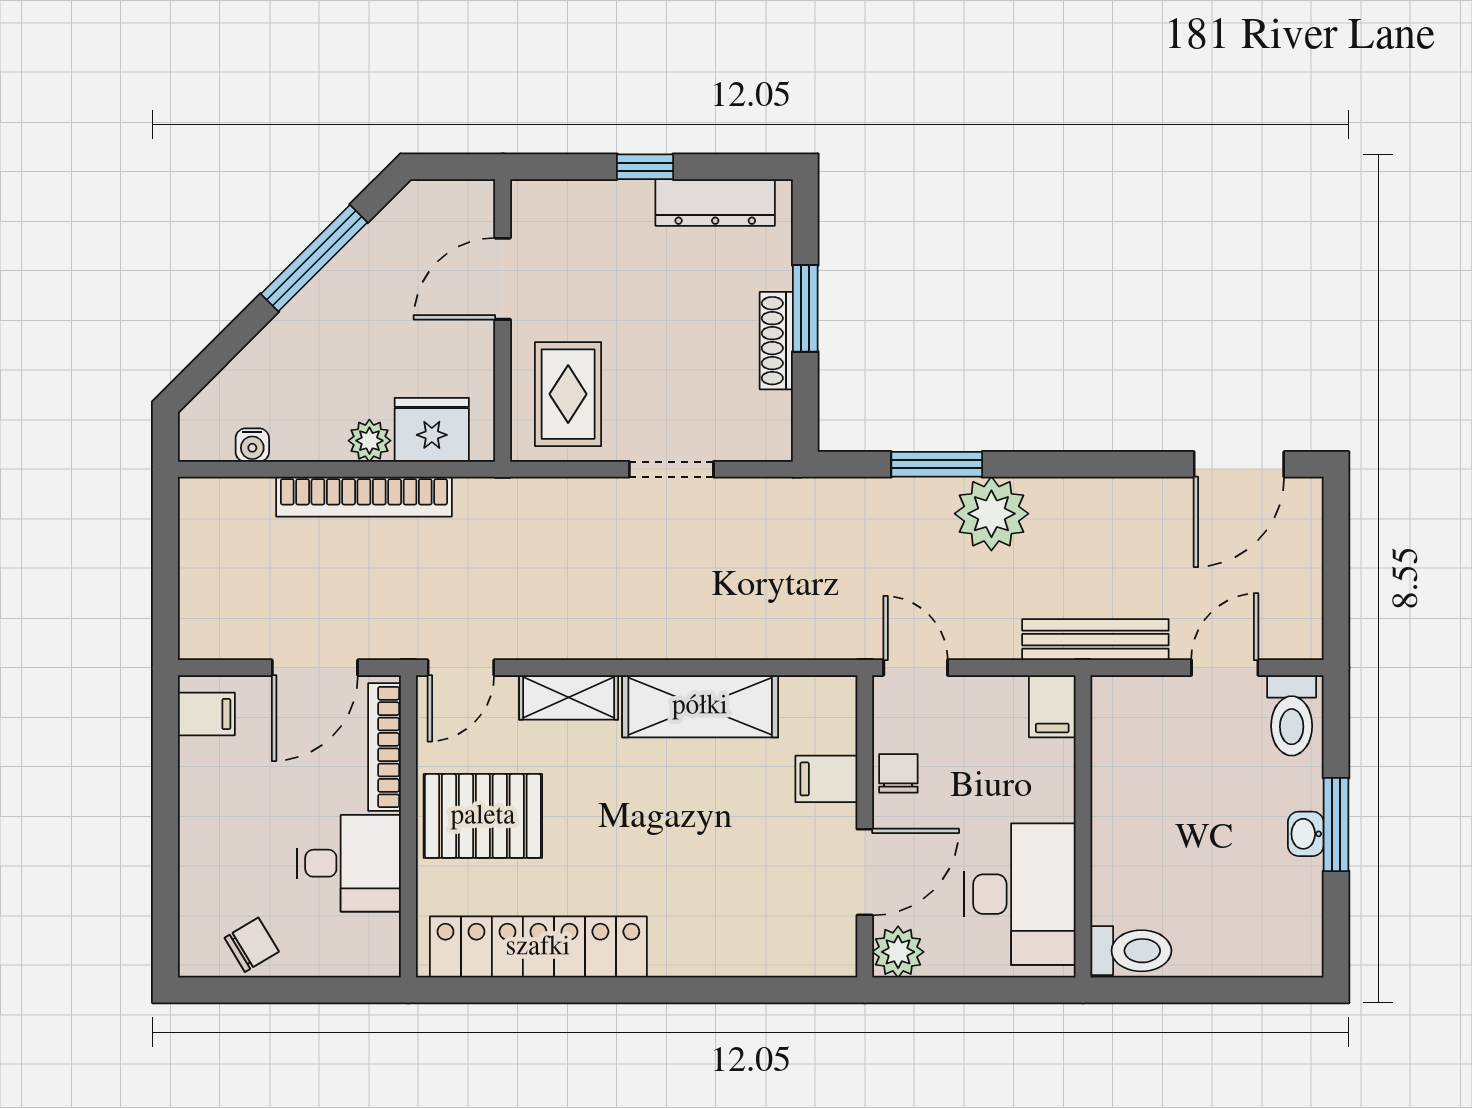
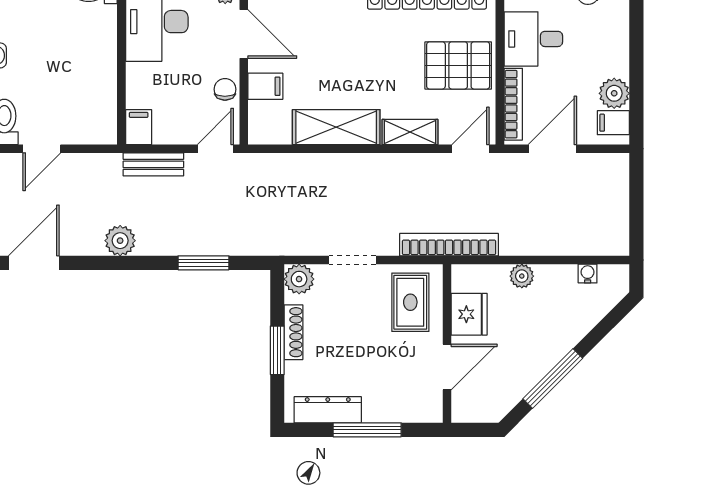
window: (645, 167) -> (367, 430), width x2.17
fridge: (432, 430) -> (469, 314), moved, turned -90
plant: (766, 435) -> (299, 279), added
bookcase: (364, 497) -> (449, 245), moved
plant: (991, 514) -> (120, 241), moved, width x0.73, depth x0.73
bench: (1095, 640) -> (153, 164), moved, width x0.73
door: (916, 668) -> (215, 149), swing flipped
plant: (205, 766) -> (614, 93), added
chair: (898, 773) -> (225, 89), turned 180
door: (865, 872) -> (244, 34), swing flipped

